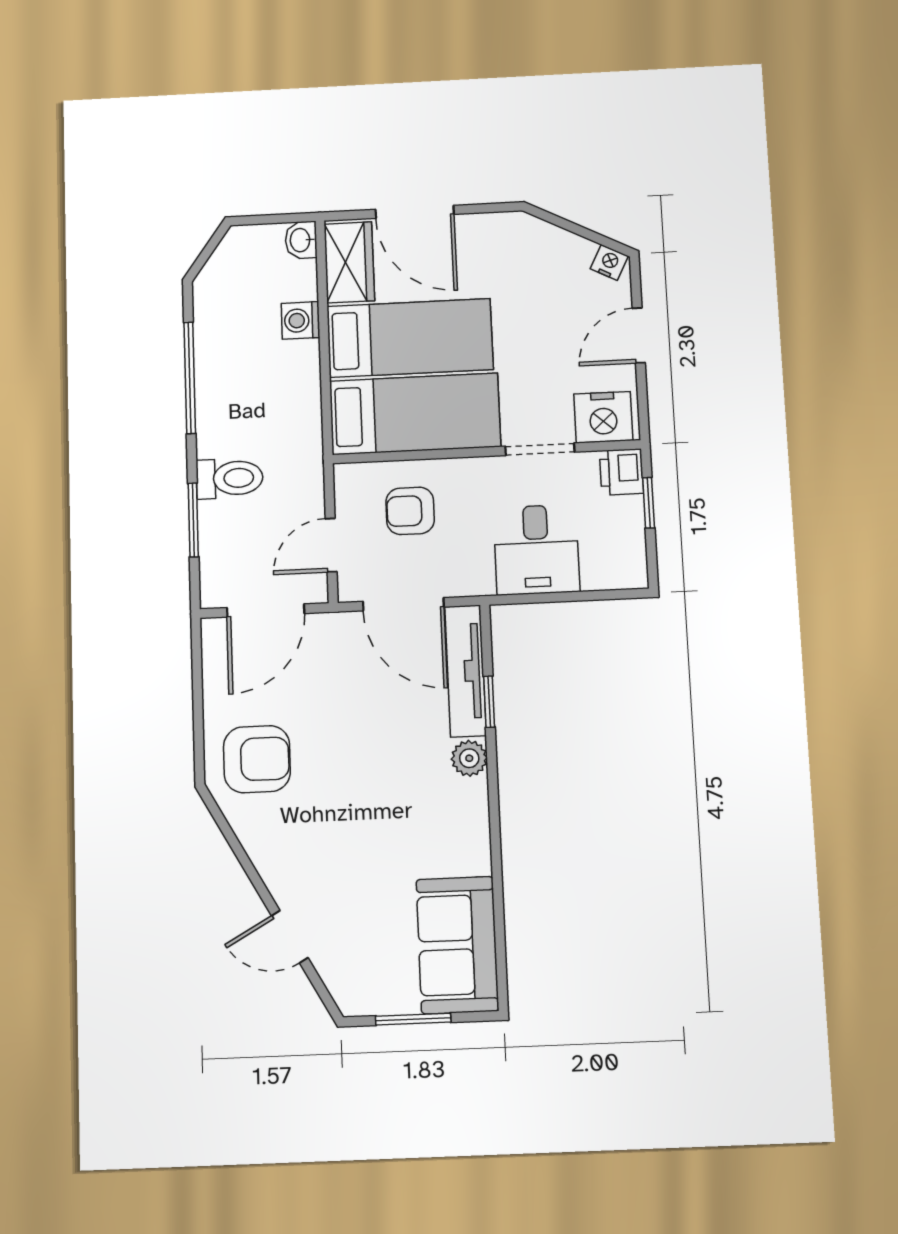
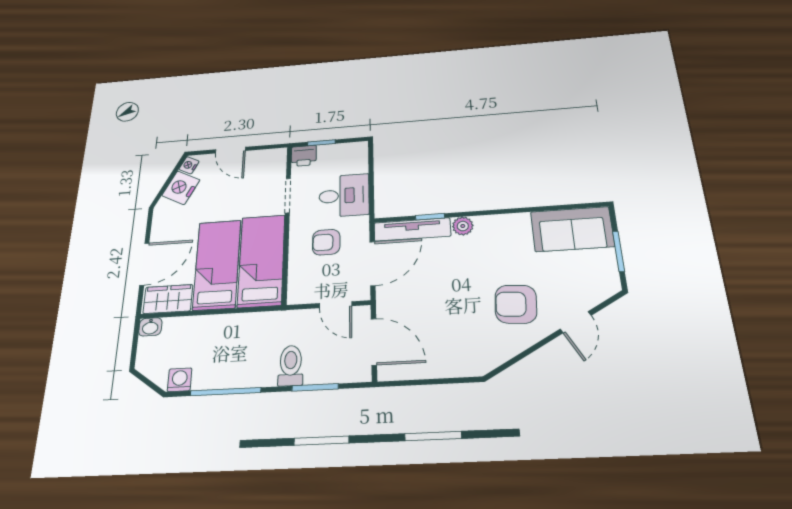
washing machine: (300, 320) -> (180, 380), moved, turned 180
nightstand: (603, 417) -> (181, 188), moved, turned -153
armchair: (410, 511) -> (326, 242), moved, turned 90
armchair: (257, 759) -> (516, 304), moved, turned -86

